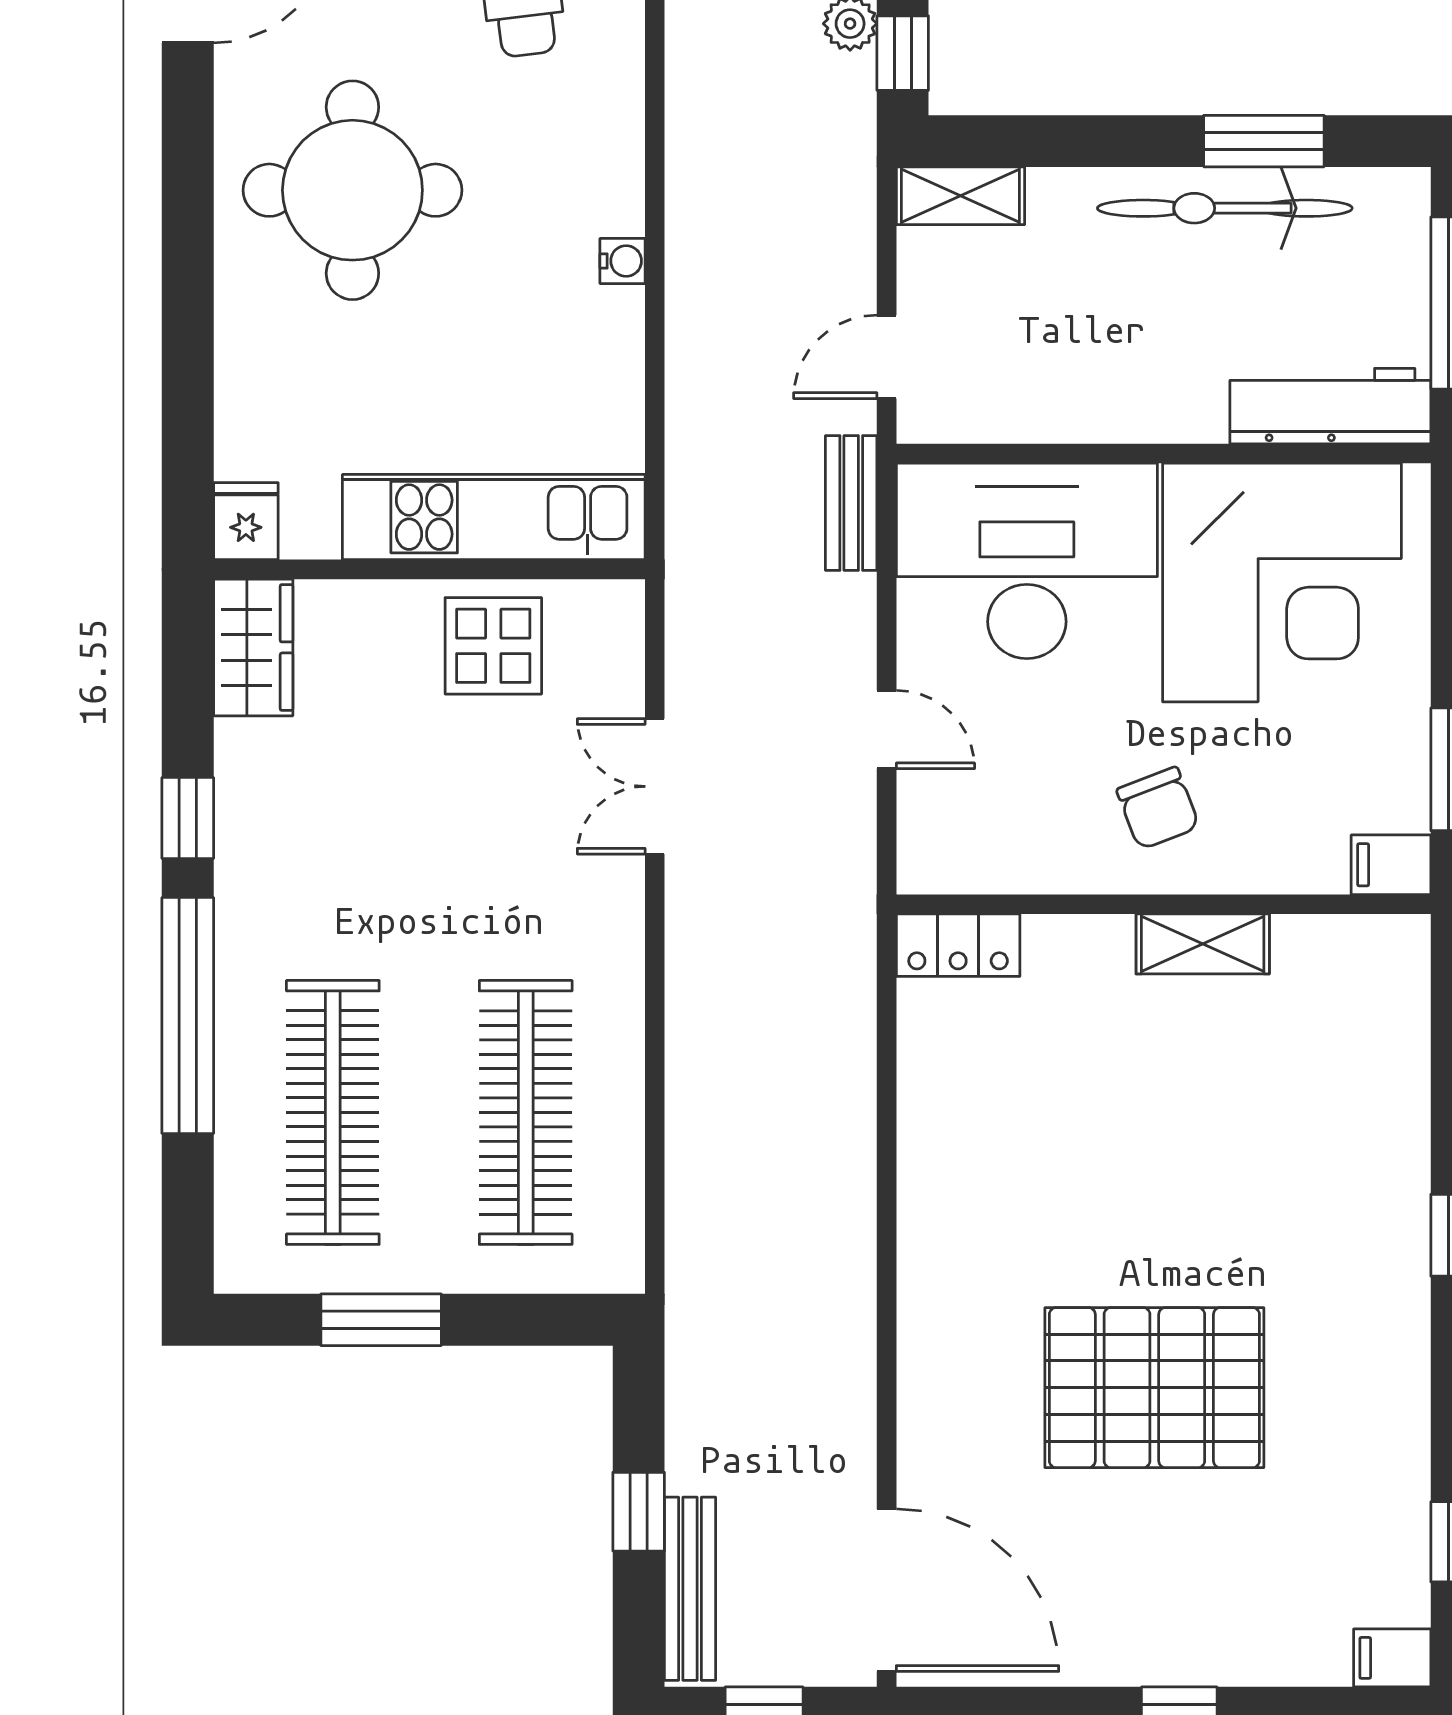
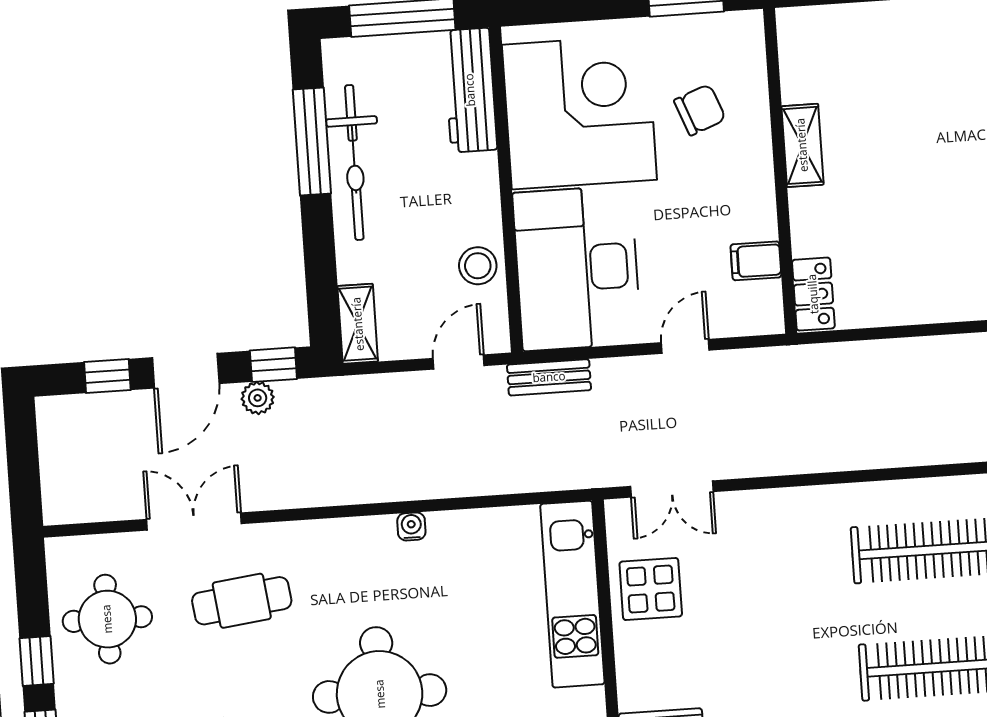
window: (1264, 141) -> (312, 141), width x1.44
door: (887, 357) -> (459, 362), swing flipped
stool: (1042, 399) -> (478, 266), added
double door: (655, 786) -> (672, 489), moved
chair: (1158, 808) -> (700, 110), moved
filing cabinet: (1391, 865) -> (756, 261), moved, turned 90

